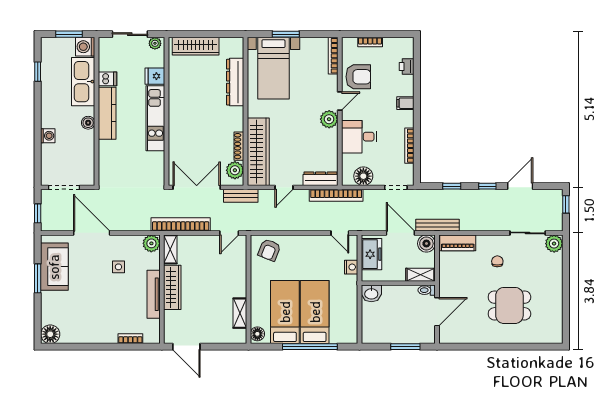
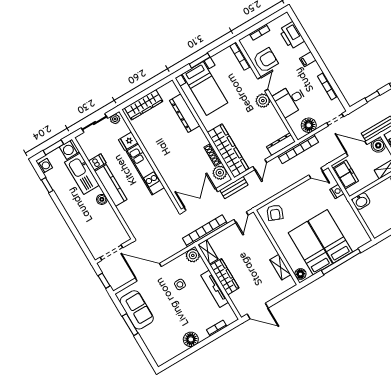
printer: (407, 67) -> (292, 35), width x1.87, depth x1.48
washing machine: (48, 136) -> (45, 166), moved
floor lamp: (50, 334) -> (191, 339), moved

